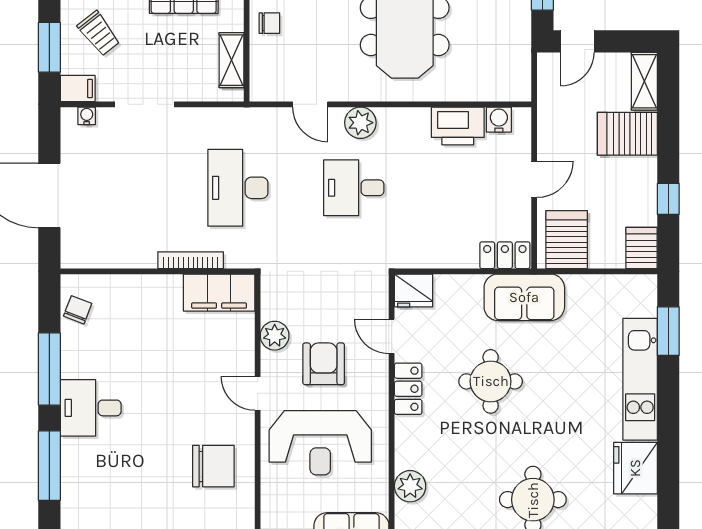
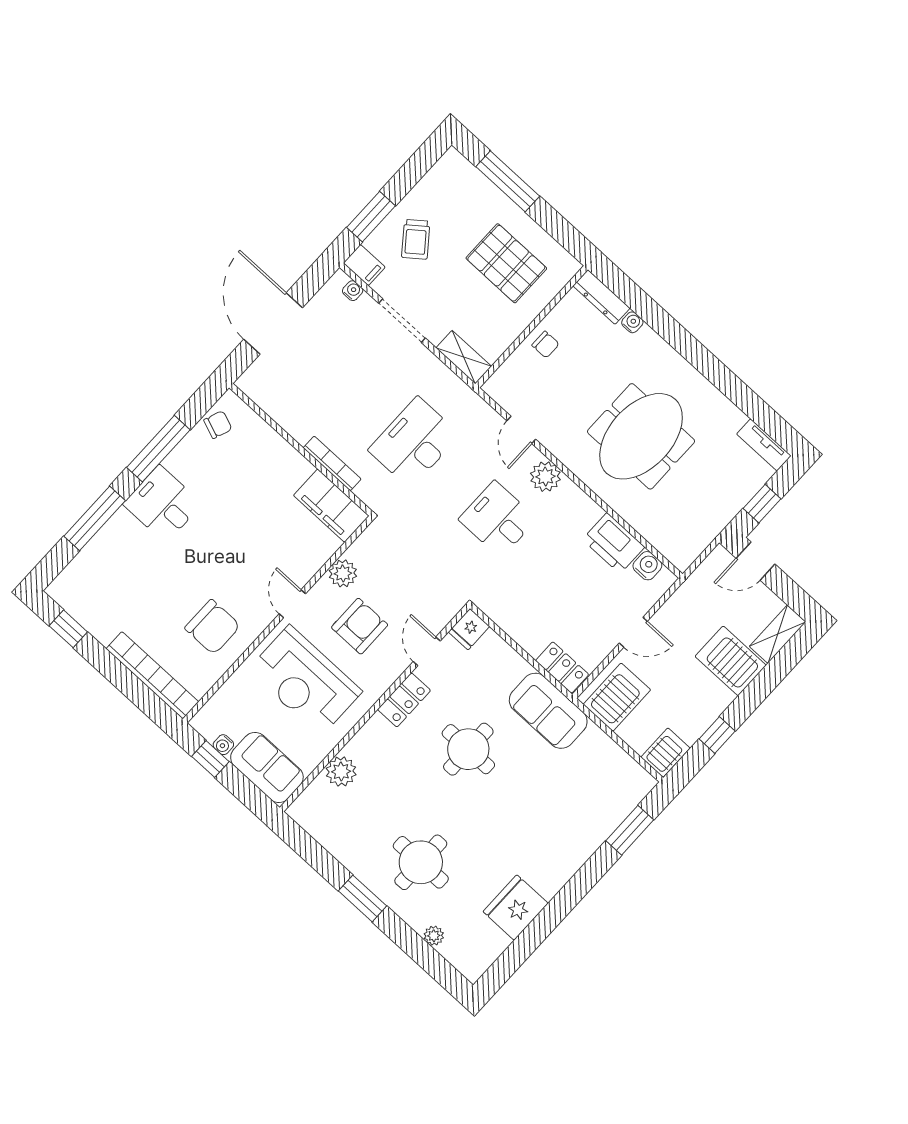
shelving: (231, 60) -> (464, 357), moved, turned 90
fridge: (414, 291) -> (469, 629), width x0.72
kitchen unit: (640, 379) -> (578, 846), removed

